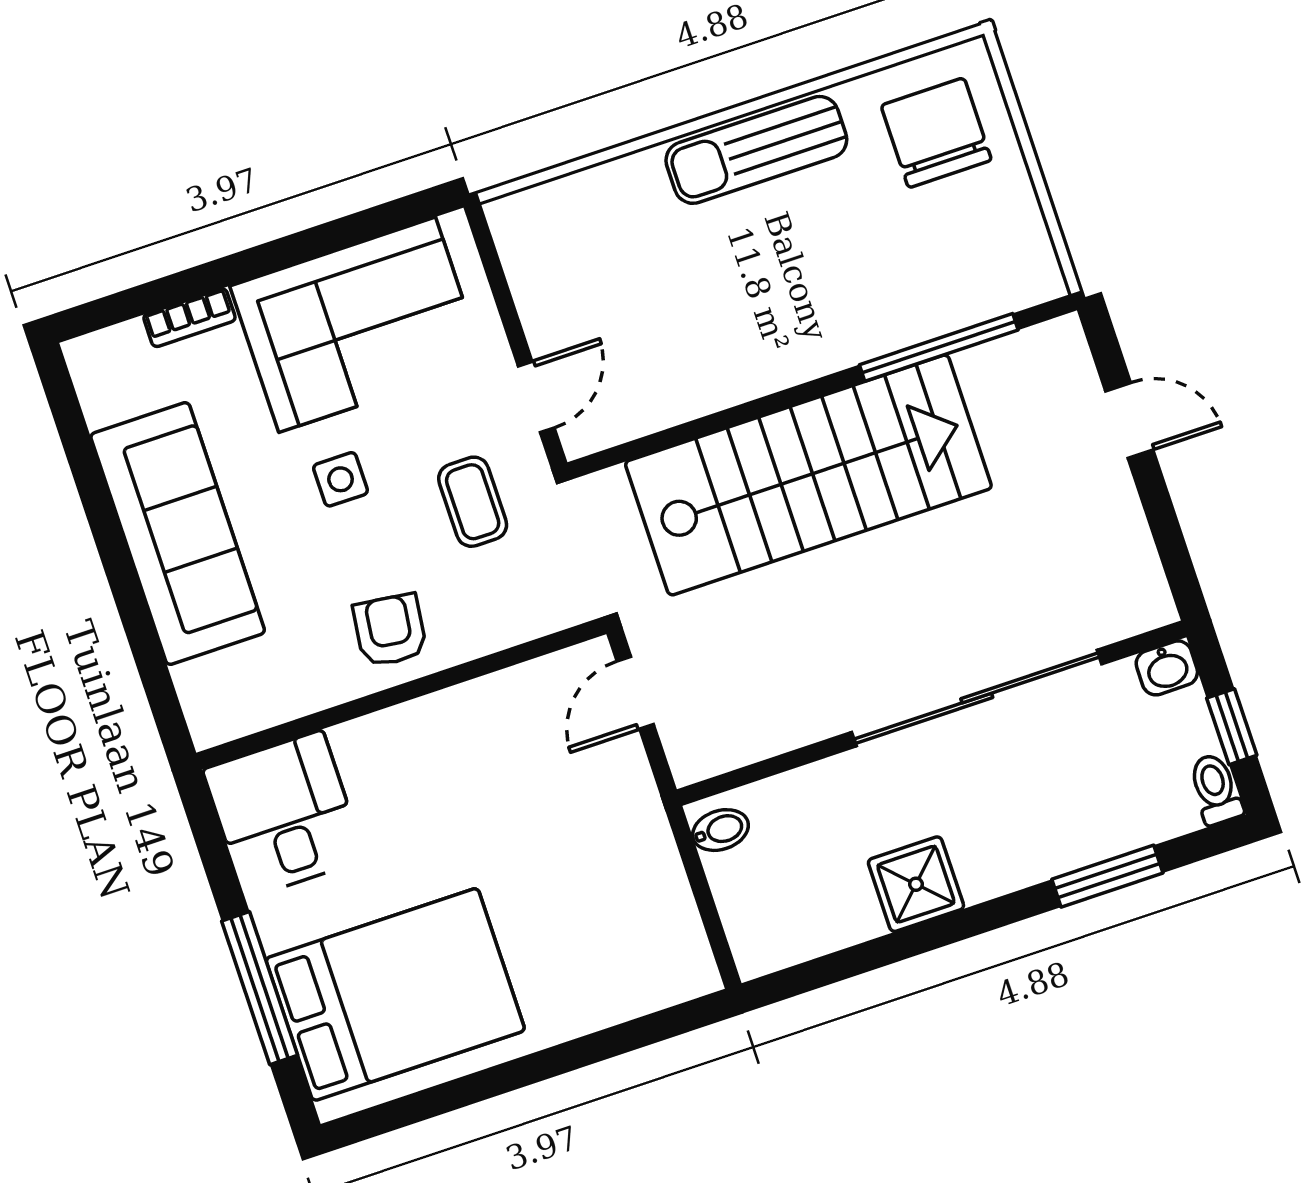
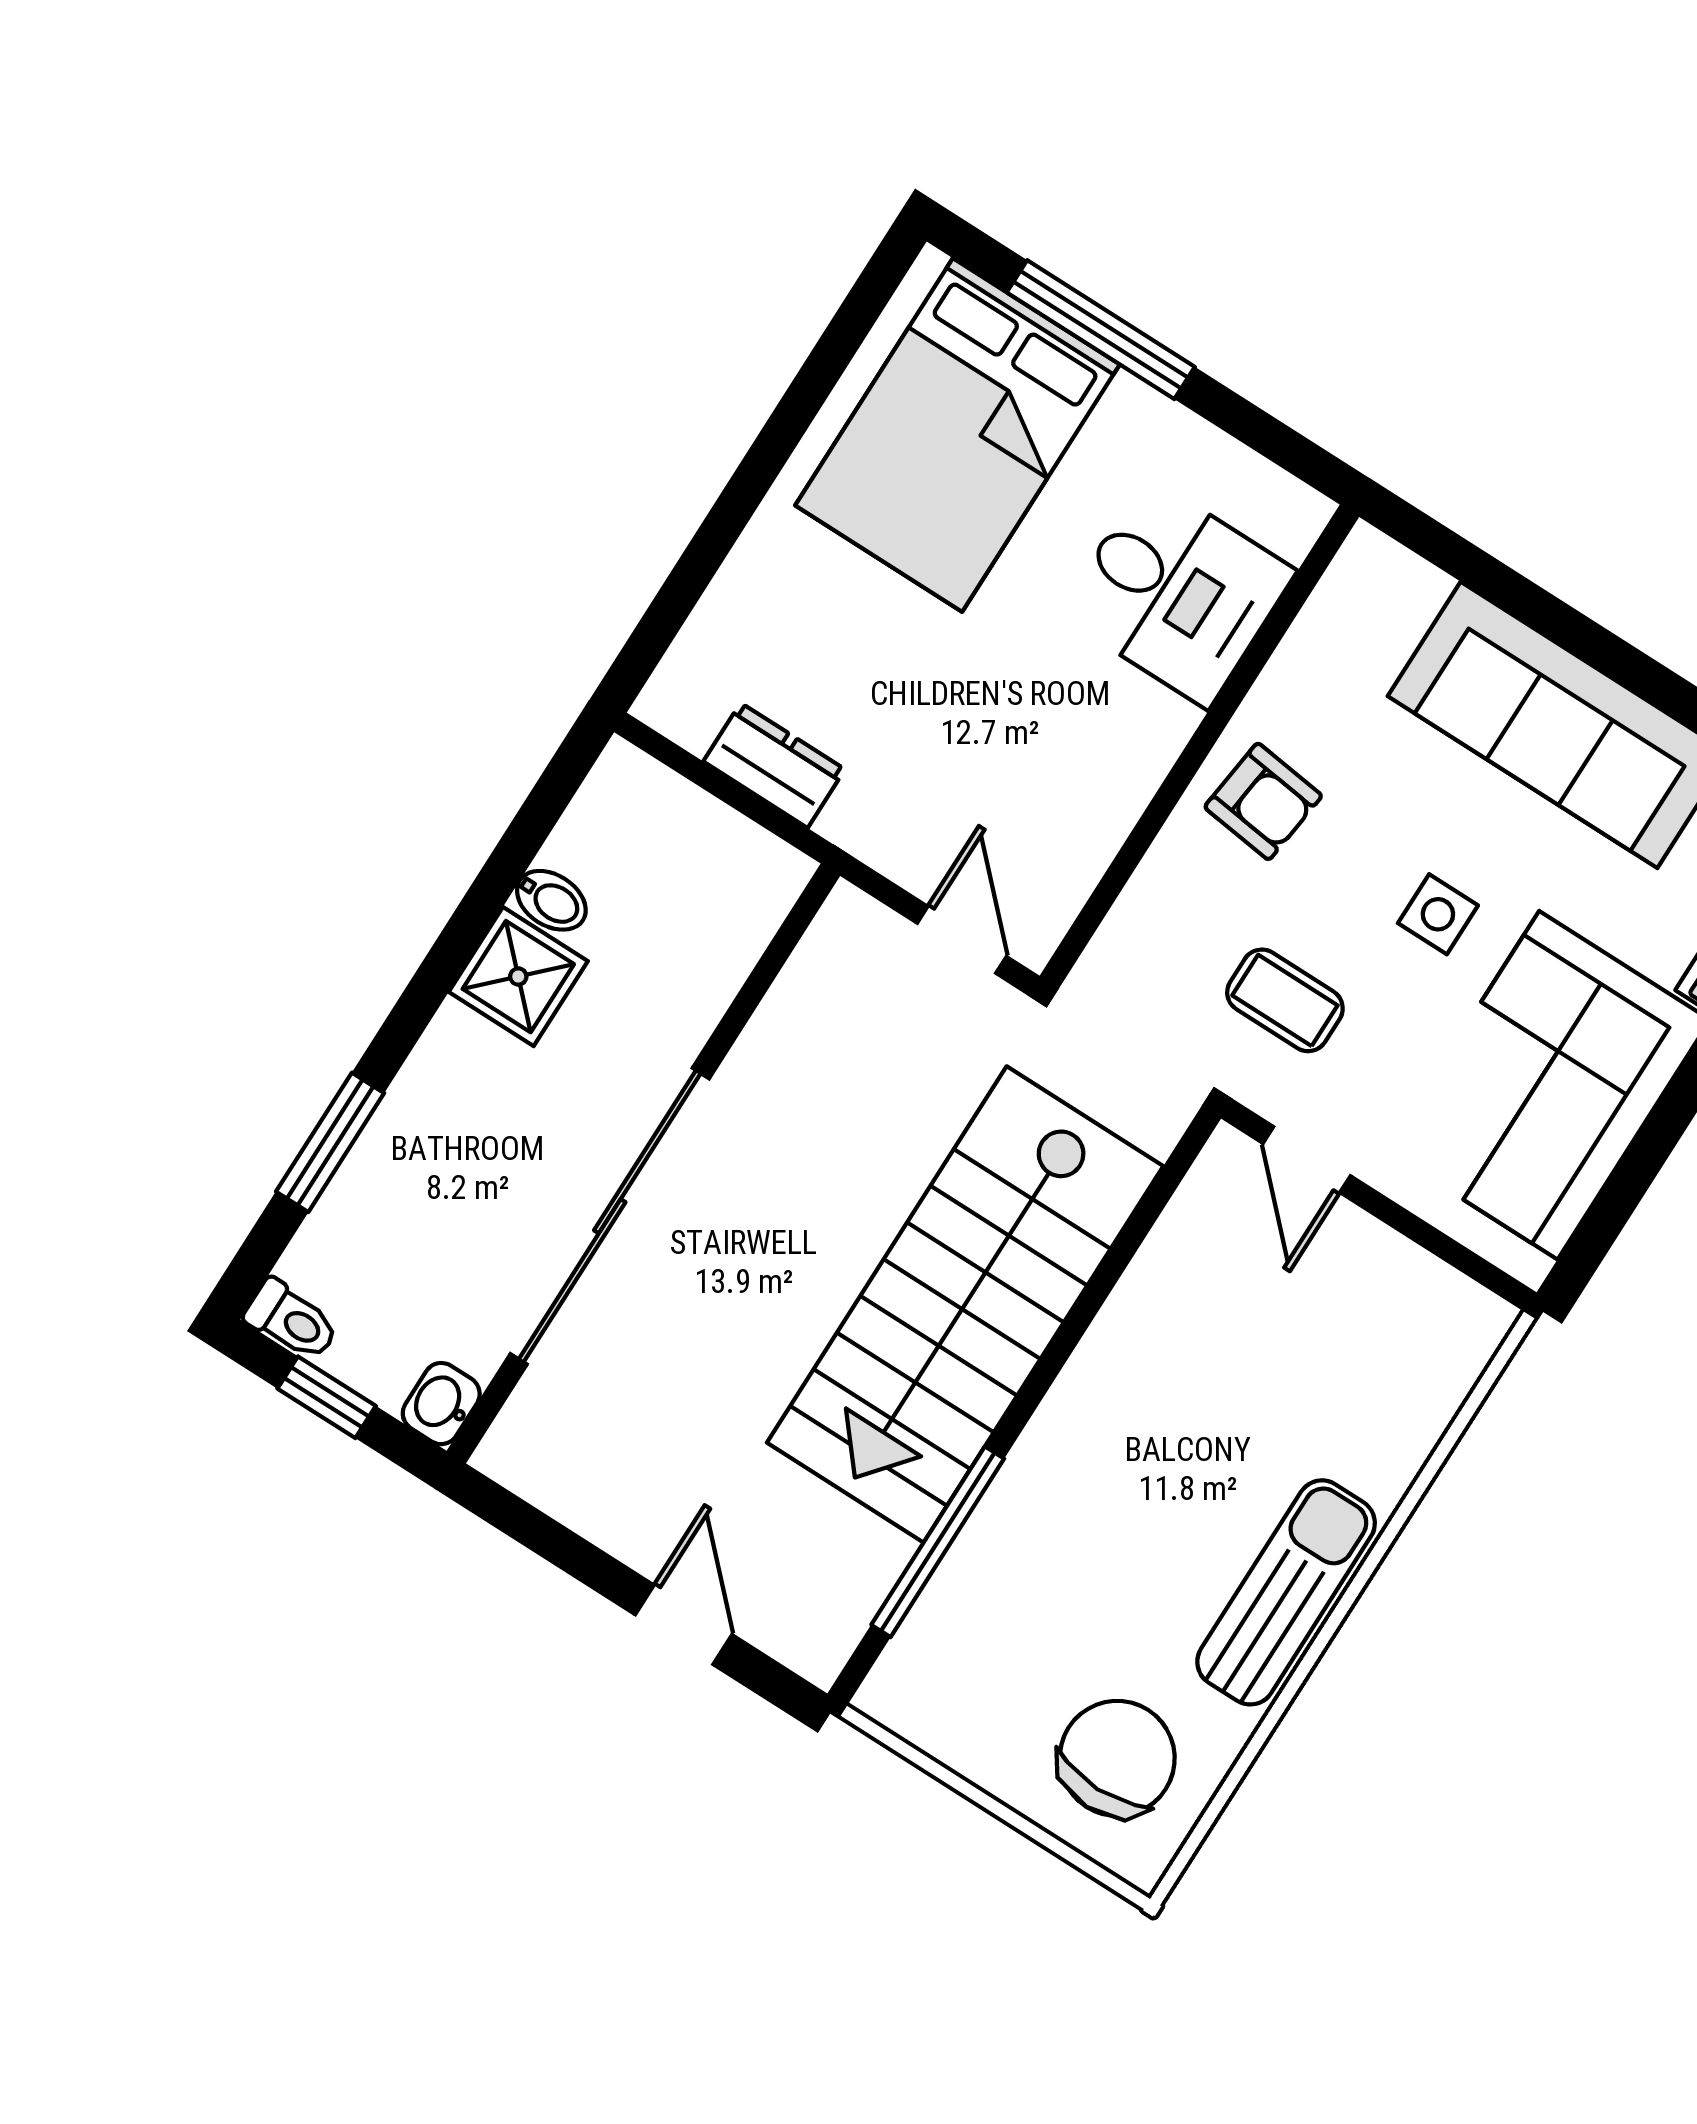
chair: (936, 133) -> (1117, 1758), turned -90
door: (1129, 420) -> (684, 1625), swing flipped
desk: (284, 814) -> (1177, 593), moved
bidet: (720, 830) -> (551, 900), moved, turned -90
dresser: (663, 887) -> (774, 765), added

